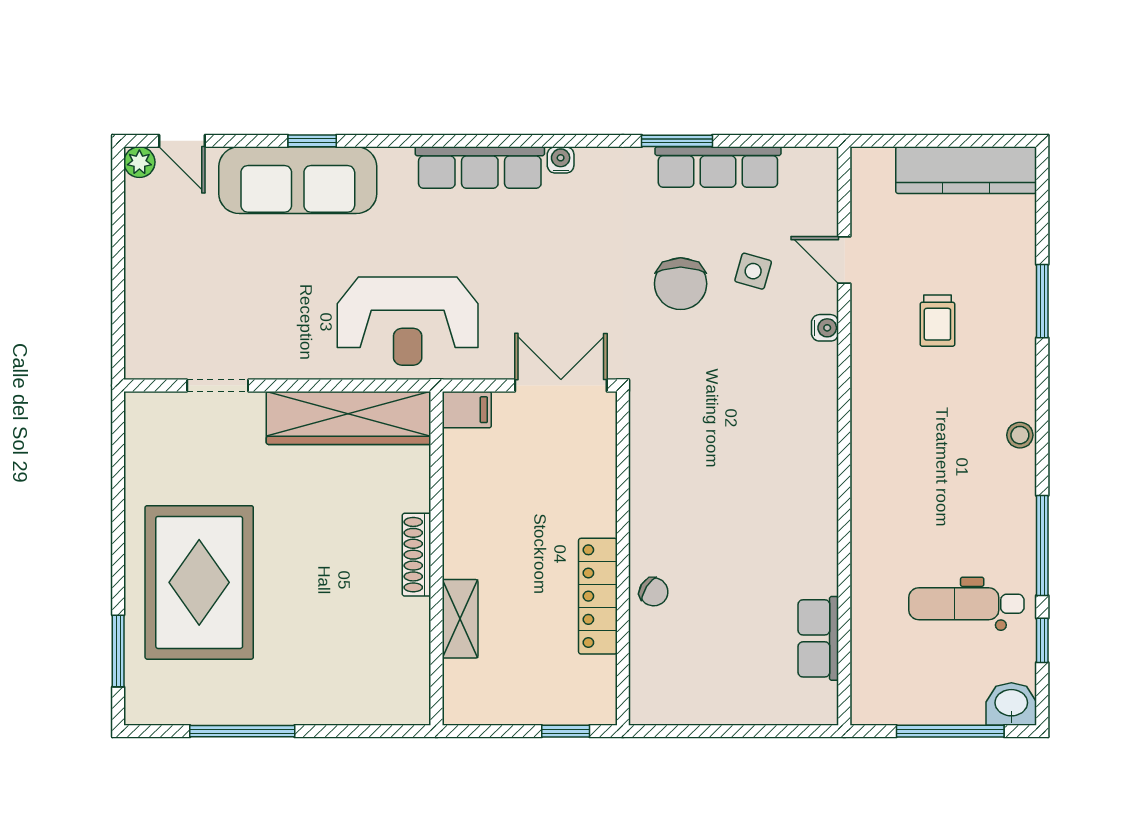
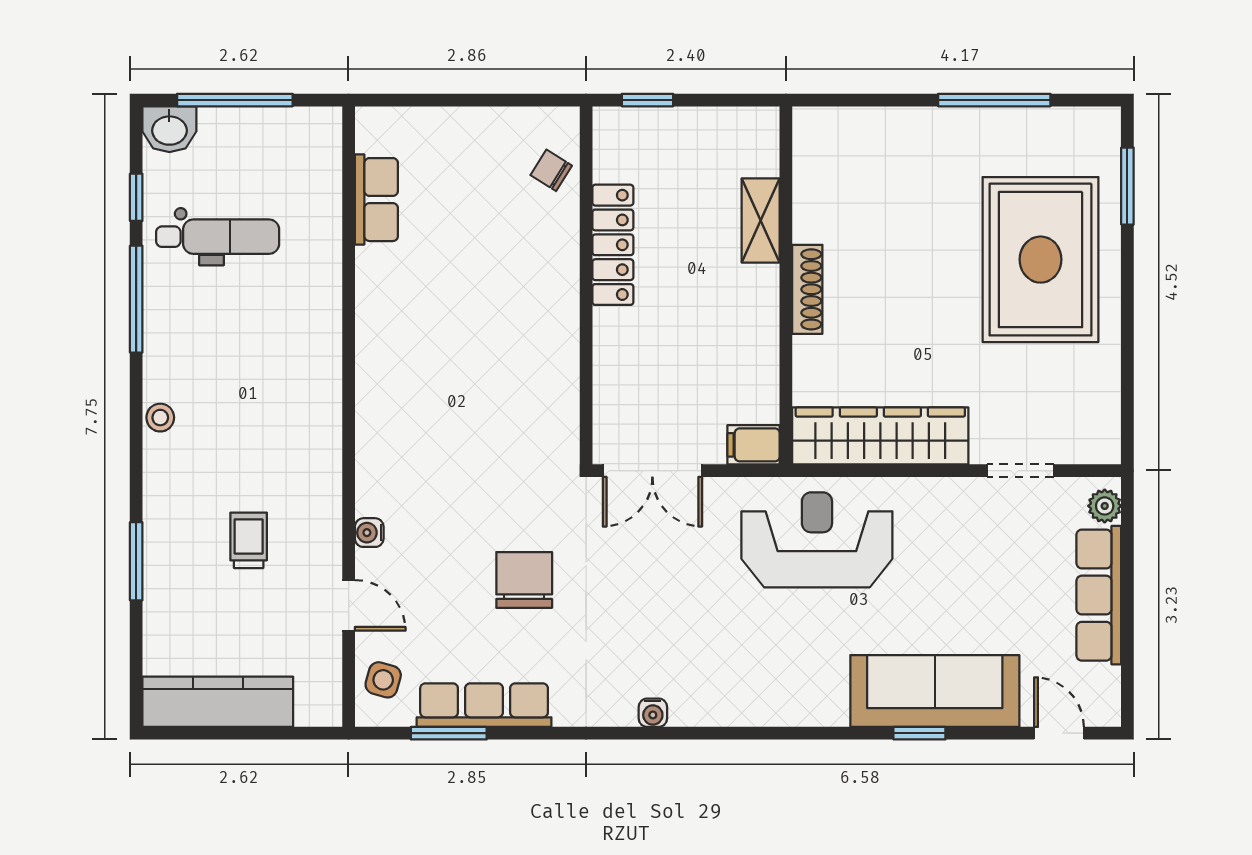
window: (677, 141) -> (449, 733), moved
plant: (139, 162) -> (1105, 506), moved
row of seats: (480, 168) -> (1099, 595), moved, turned -90
side table: (753, 271) -> (383, 680), moved
chair: (654, 592) -> (551, 170), moved

